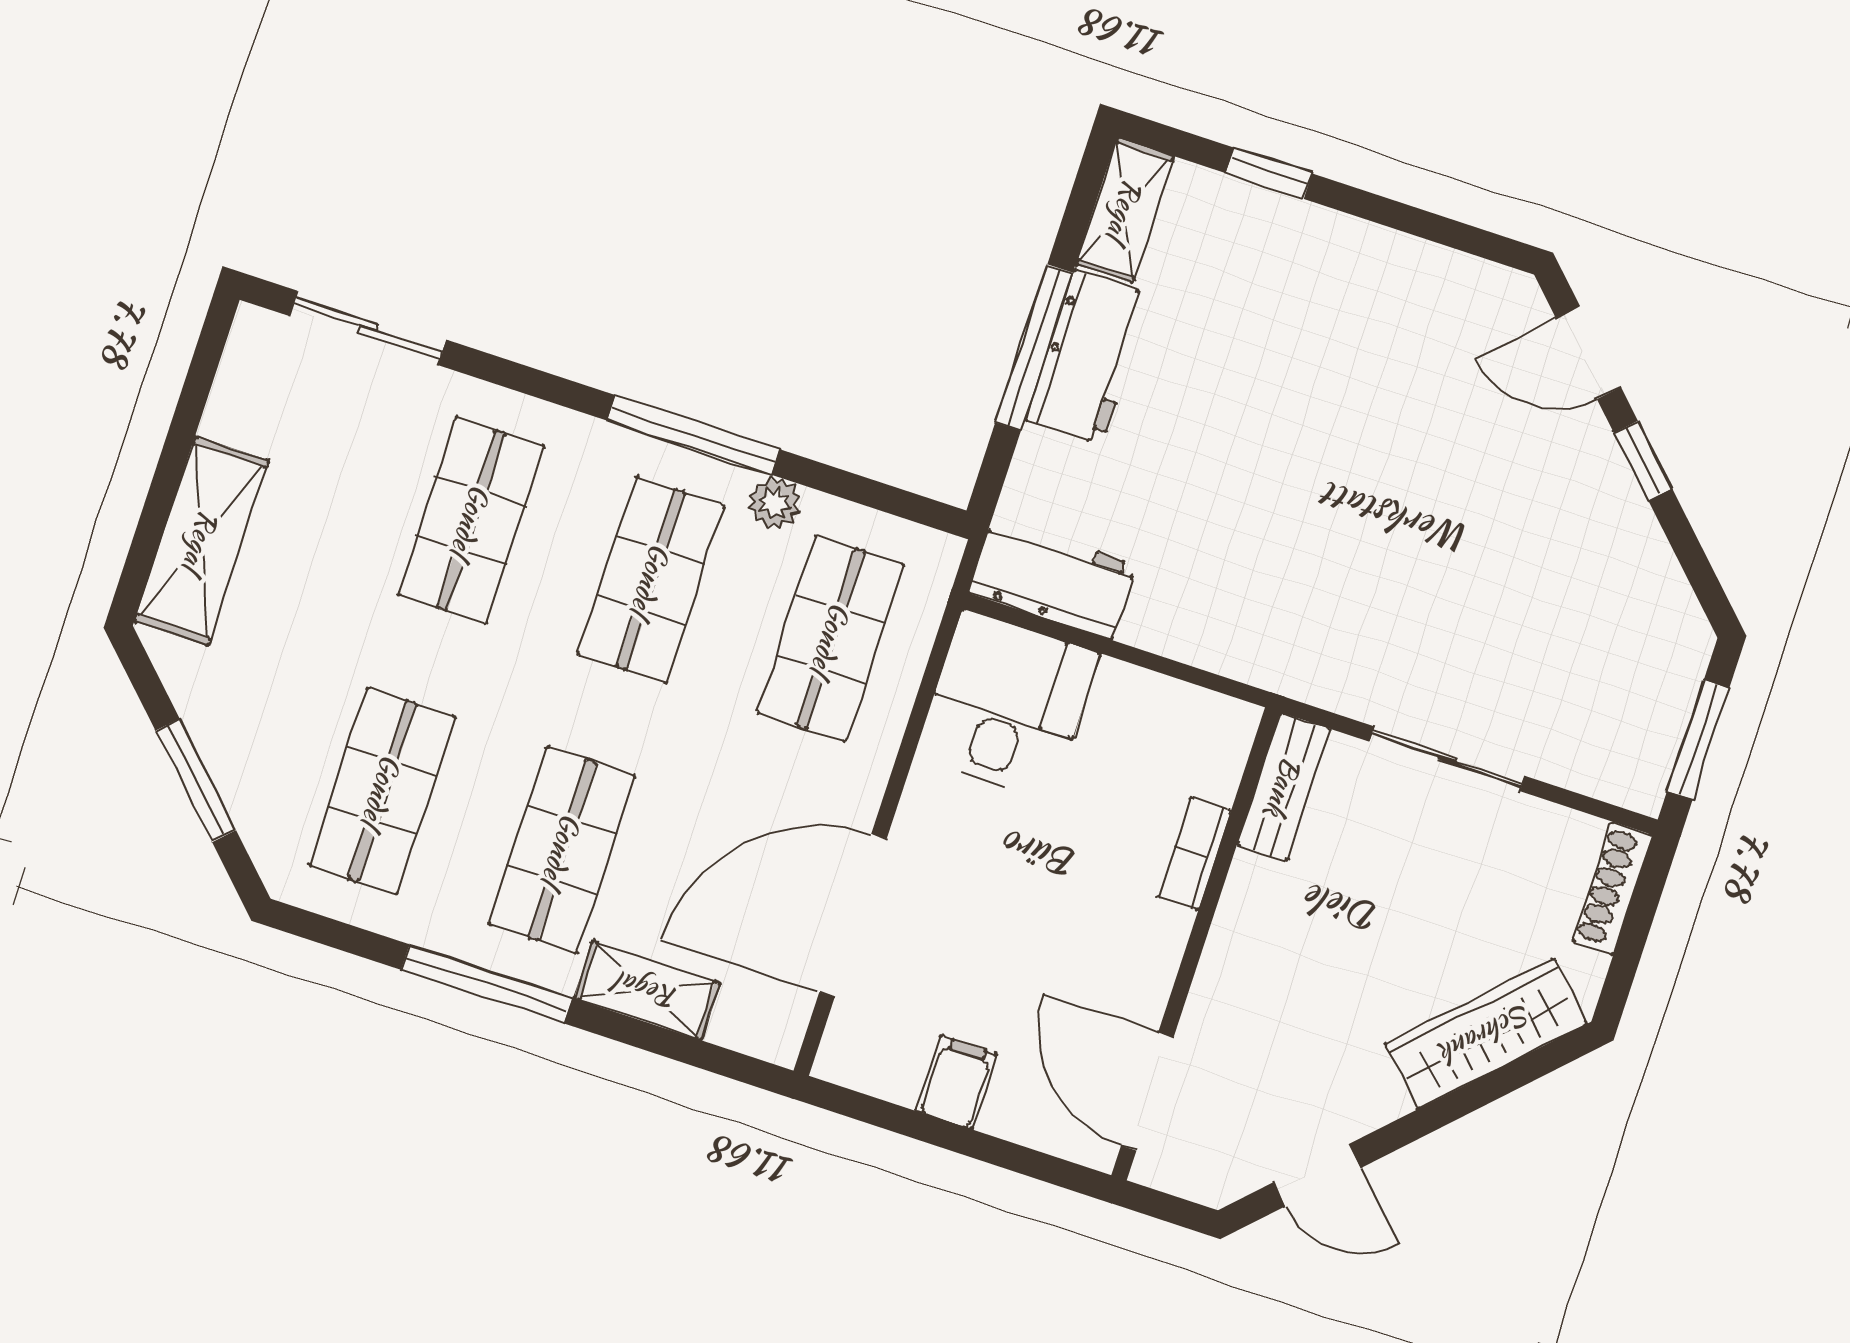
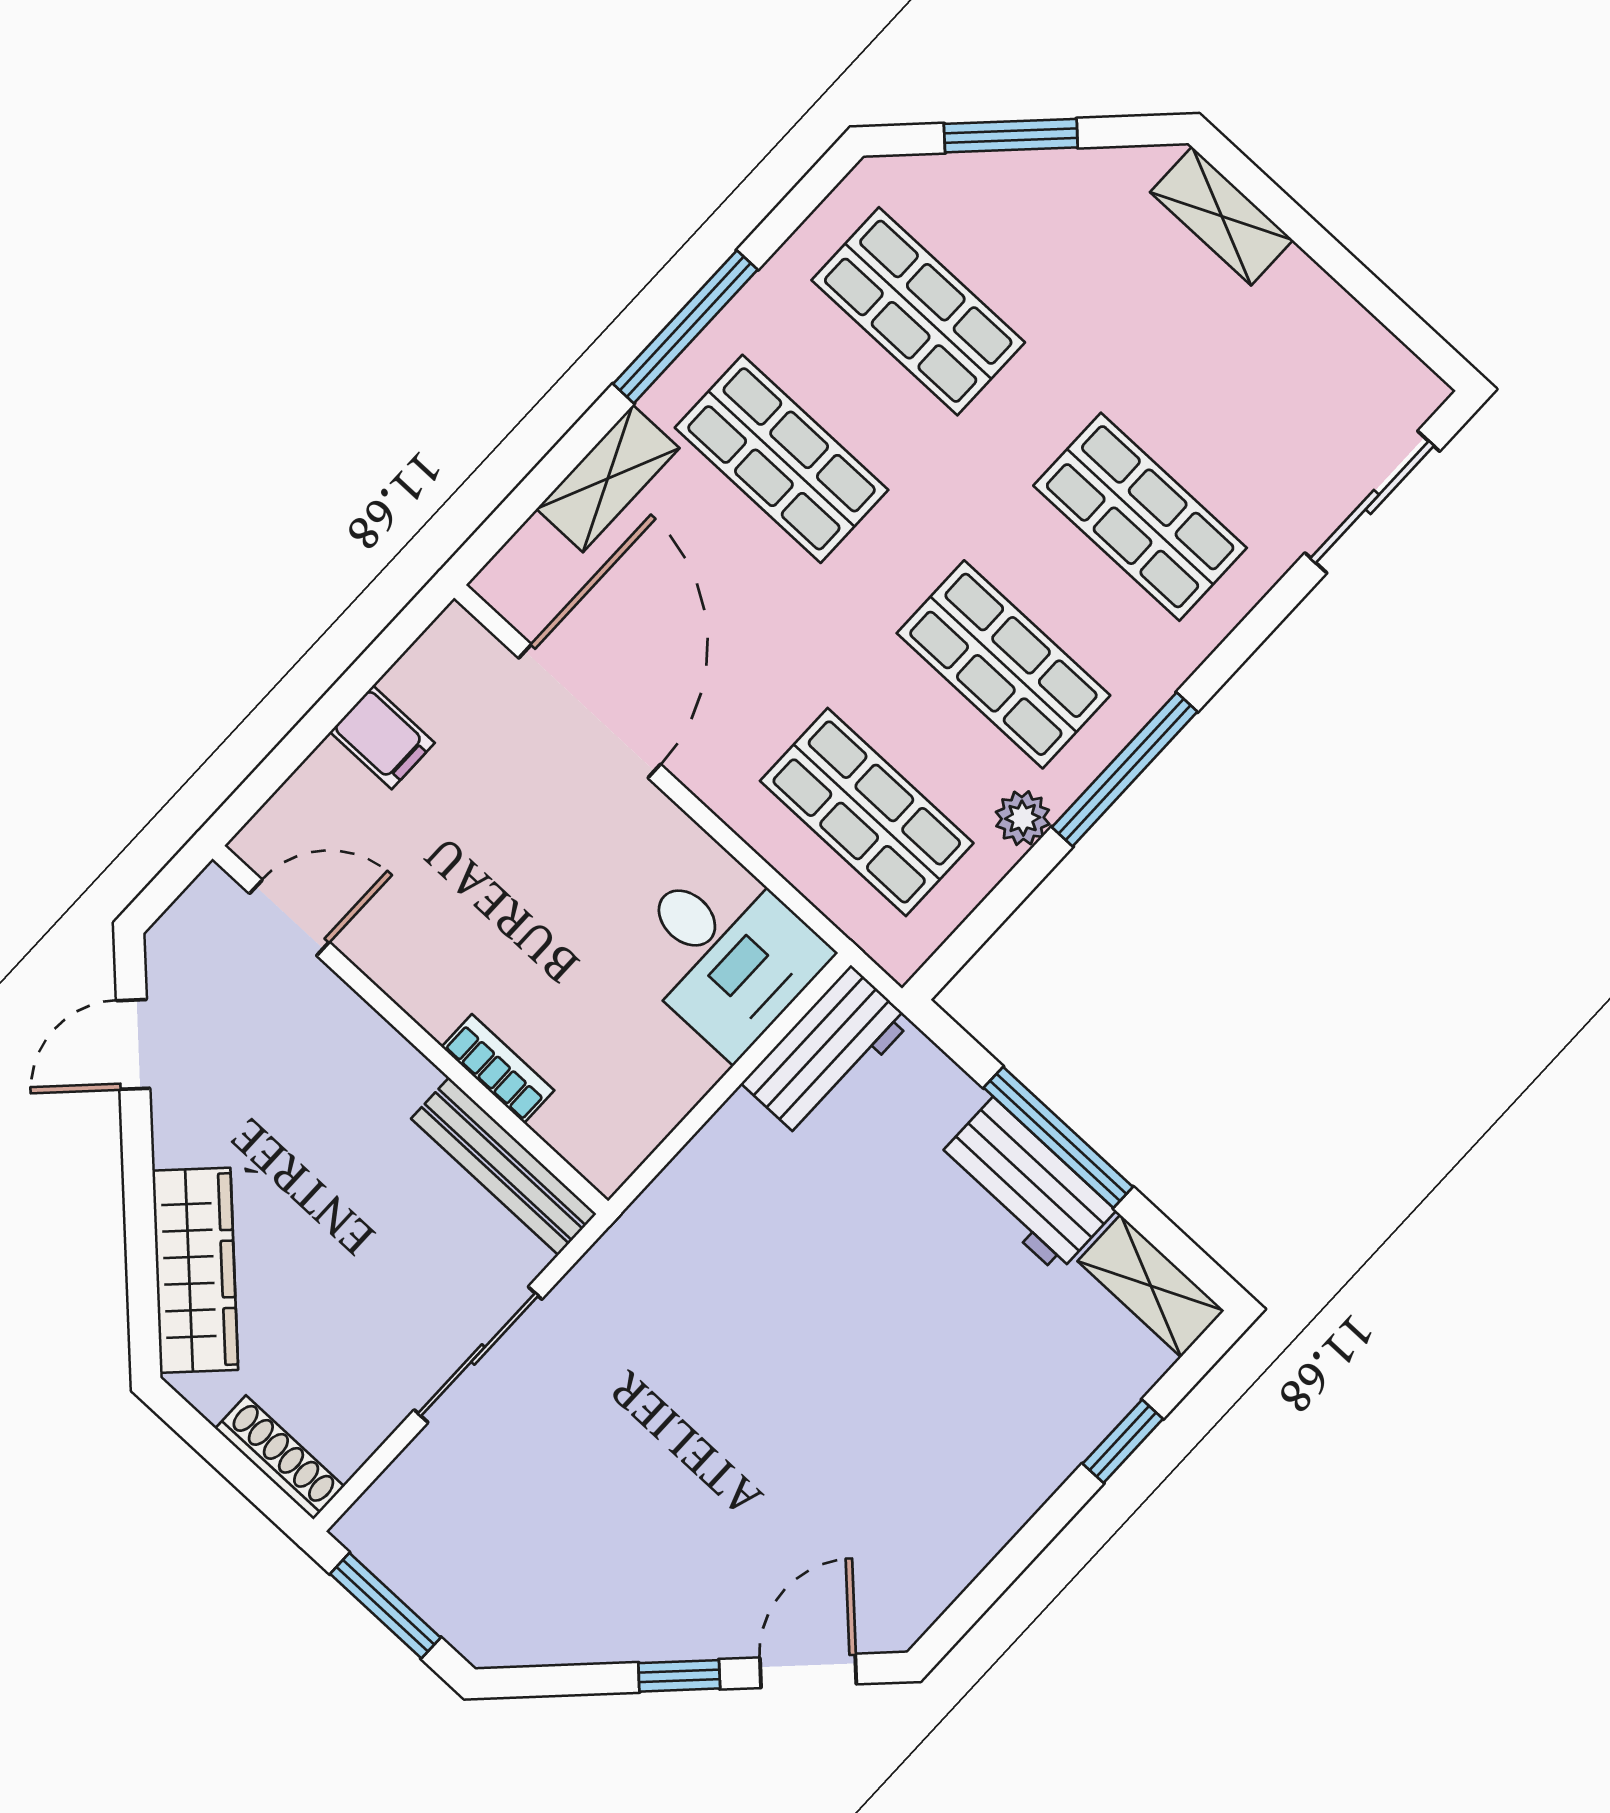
shelving: (201, 541) -> (1222, 216), width x0.67, depth x0.75
bench: (1284, 787) -> (504, 1166), width x1.36
door: (1147, 1091) -> (289, 918), width x0.73

